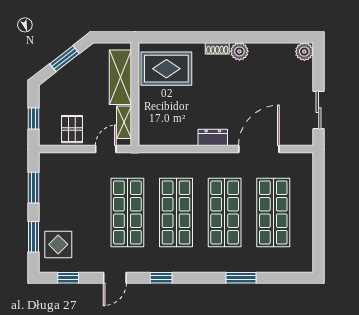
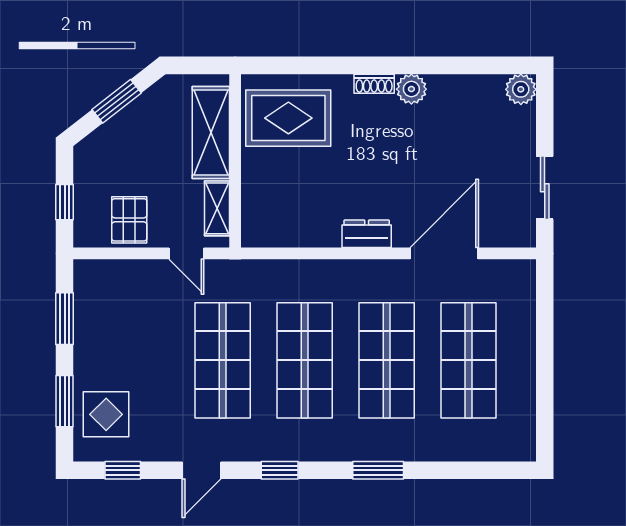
door: (106, 149) -> (186, 253), swing flipped
window: (241, 278) -> (378, 470), moved

